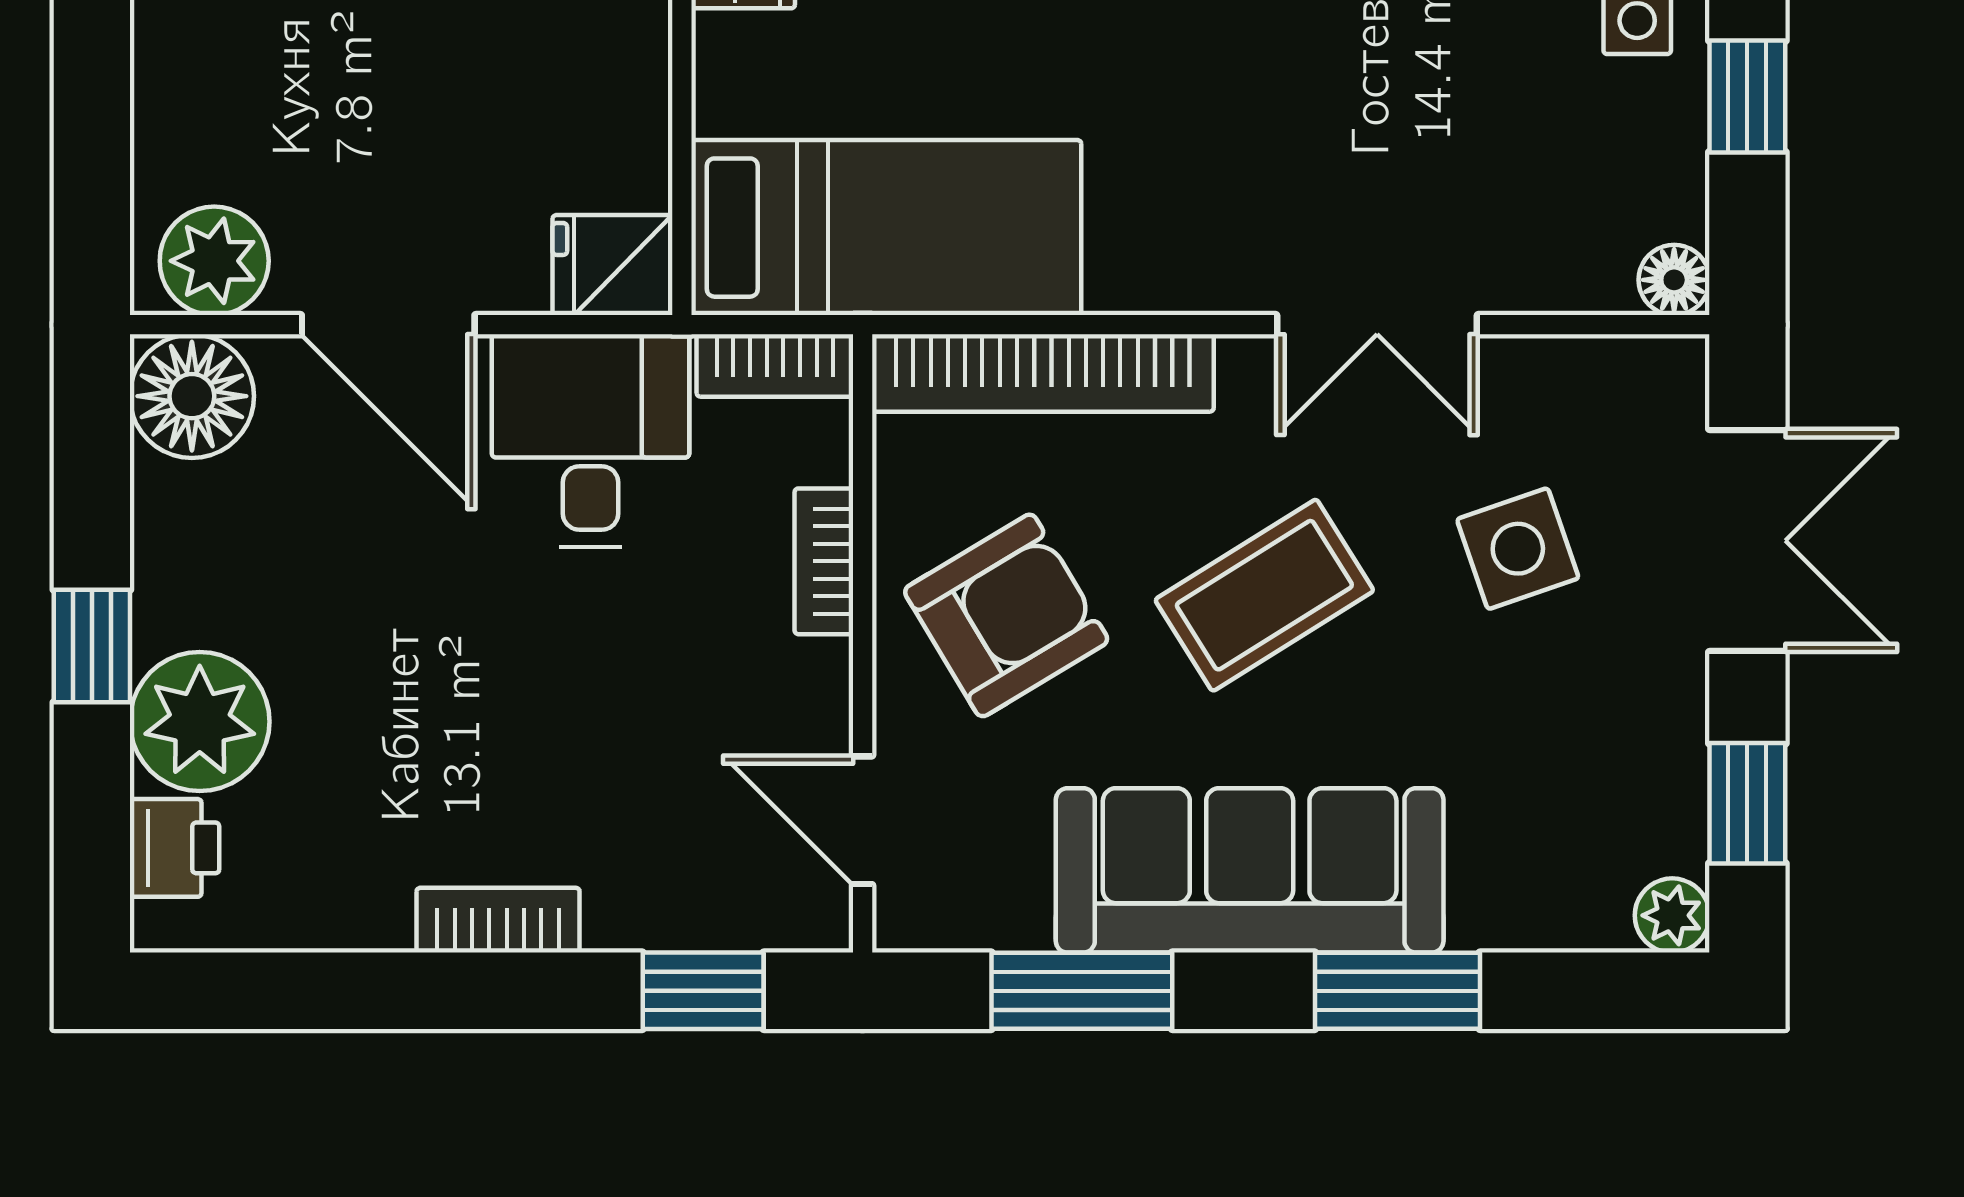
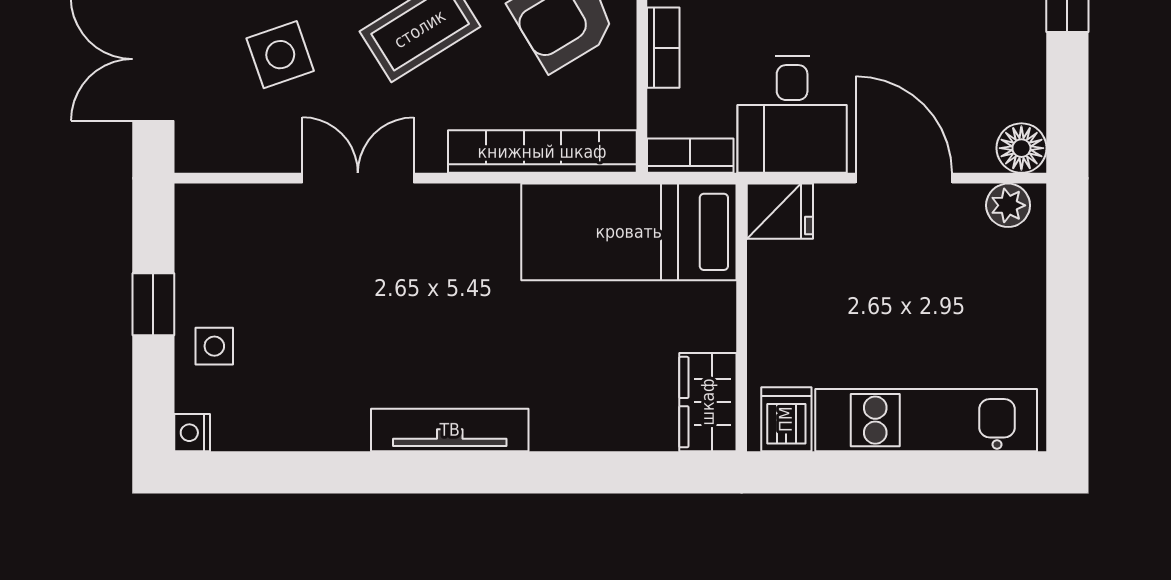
plant: (214, 261) -> (1008, 205), width x0.73, depth x0.73
floor lamp: (1674, 280) -> (194, 203), removed
floor lamp: (192, 396) -> (1021, 148), width x0.73, depth x0.73

